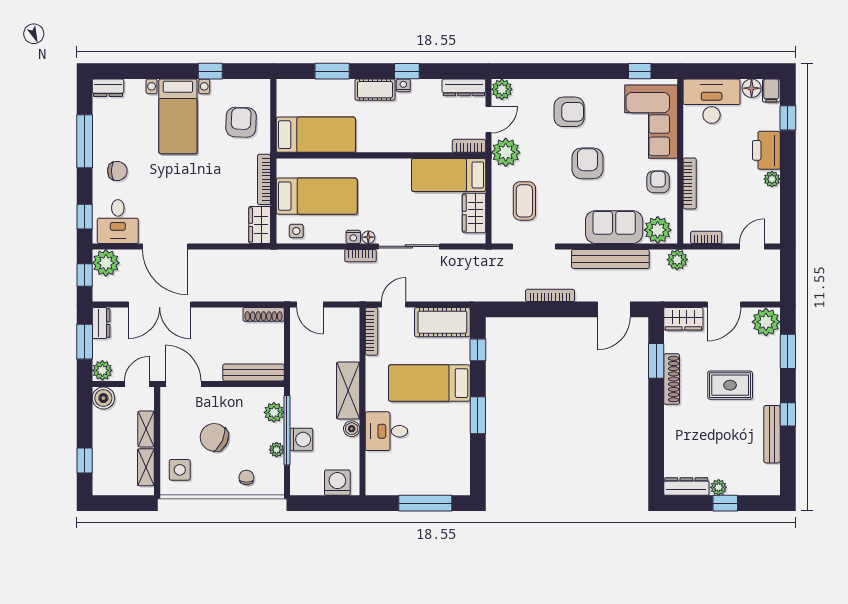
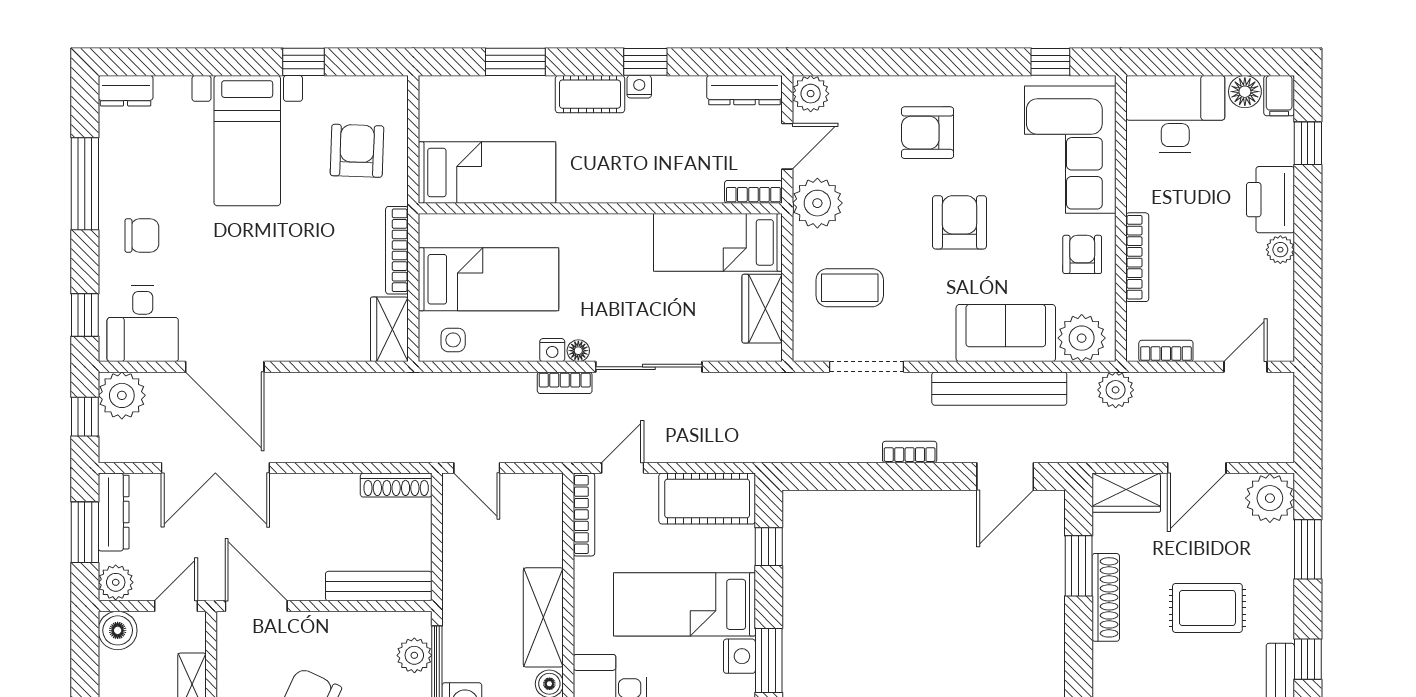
armchair: (569, 112) -> (927, 133), turned 180
coffee table: (524, 201) -> (850, 288), turned 90
bookcase: (550, 295) -> (910, 452), width x0.64
dresser: (101, 323) -> (114, 512), width x1.44
nightstand: (461, 413) -> (739, 656), added

